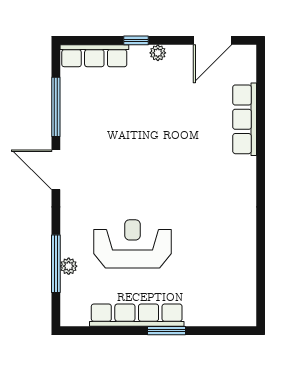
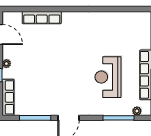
plant: (69, 266) -> (137, 111), moved

